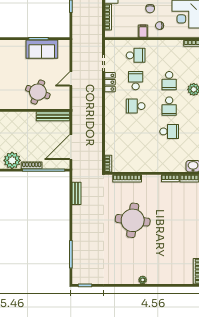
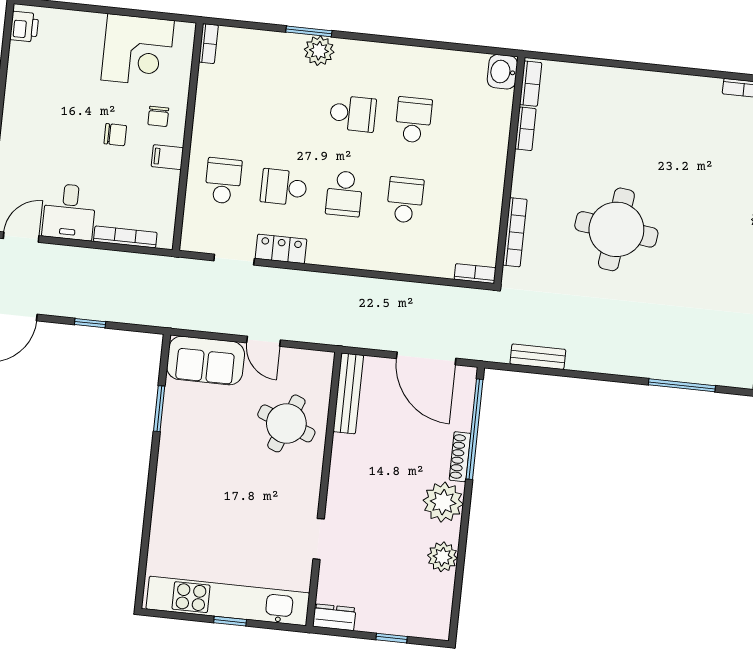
sofa: (42, 49) -> (206, 360), moved, turned 90
school desk: (169, 81) -> (405, 200), moved, turned -90

